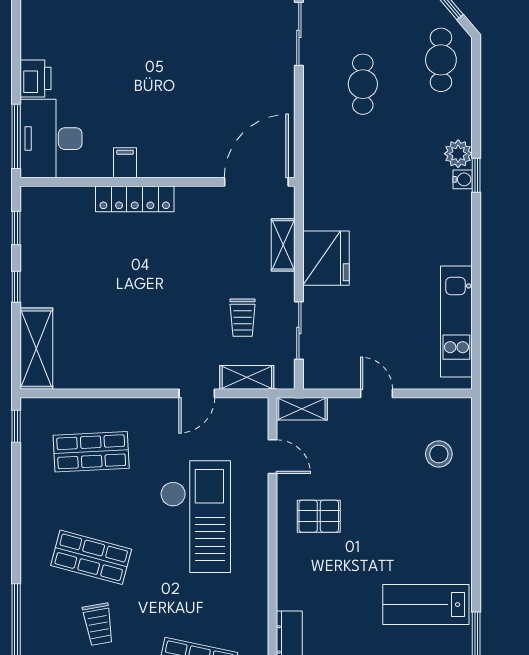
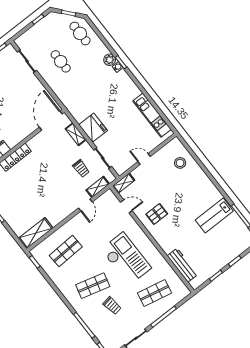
shelving: (36, 349) -> (36, 233), moved, turned 90
checkout: (195, 517) -> (126, 259), moved

